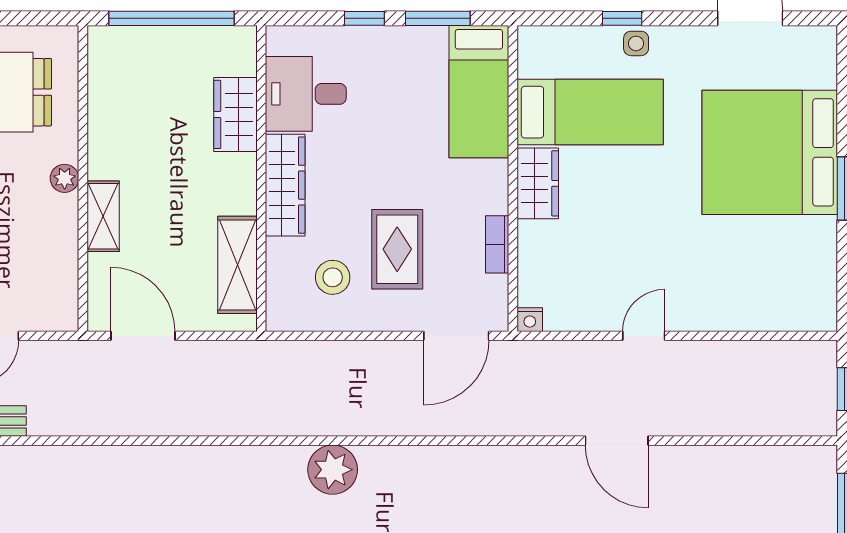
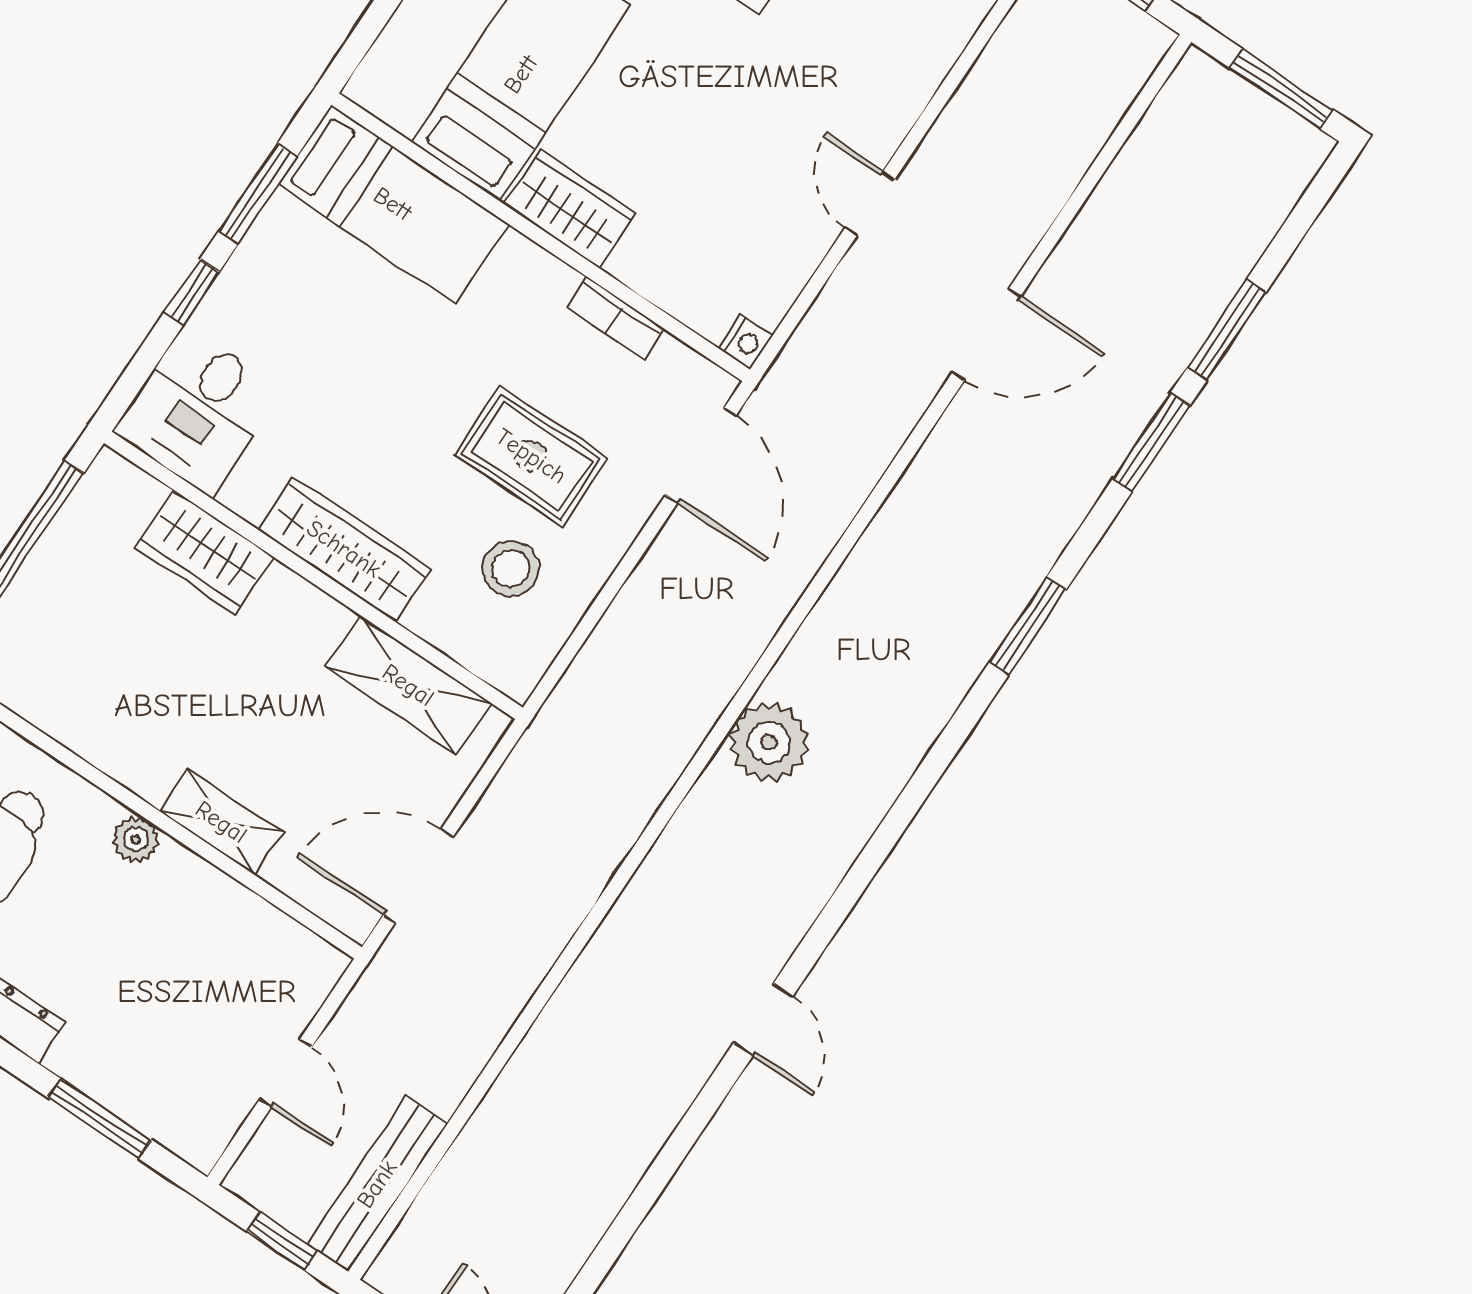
desk: (306, 94) -> (198, 411), moved

